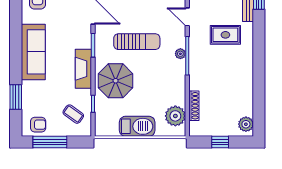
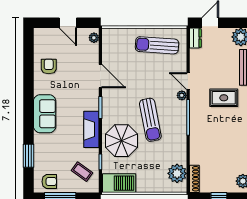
sun lounger: (137, 42) -> (150, 120), moved, turned 79
sofa: (33, 52) -> (45, 114), width x0.73
plant: (180, 54) -> (182, 95), moved
shoe rack: (194, 106) -> (194, 179), moved
barbecue: (137, 126) -> (119, 183), moved

